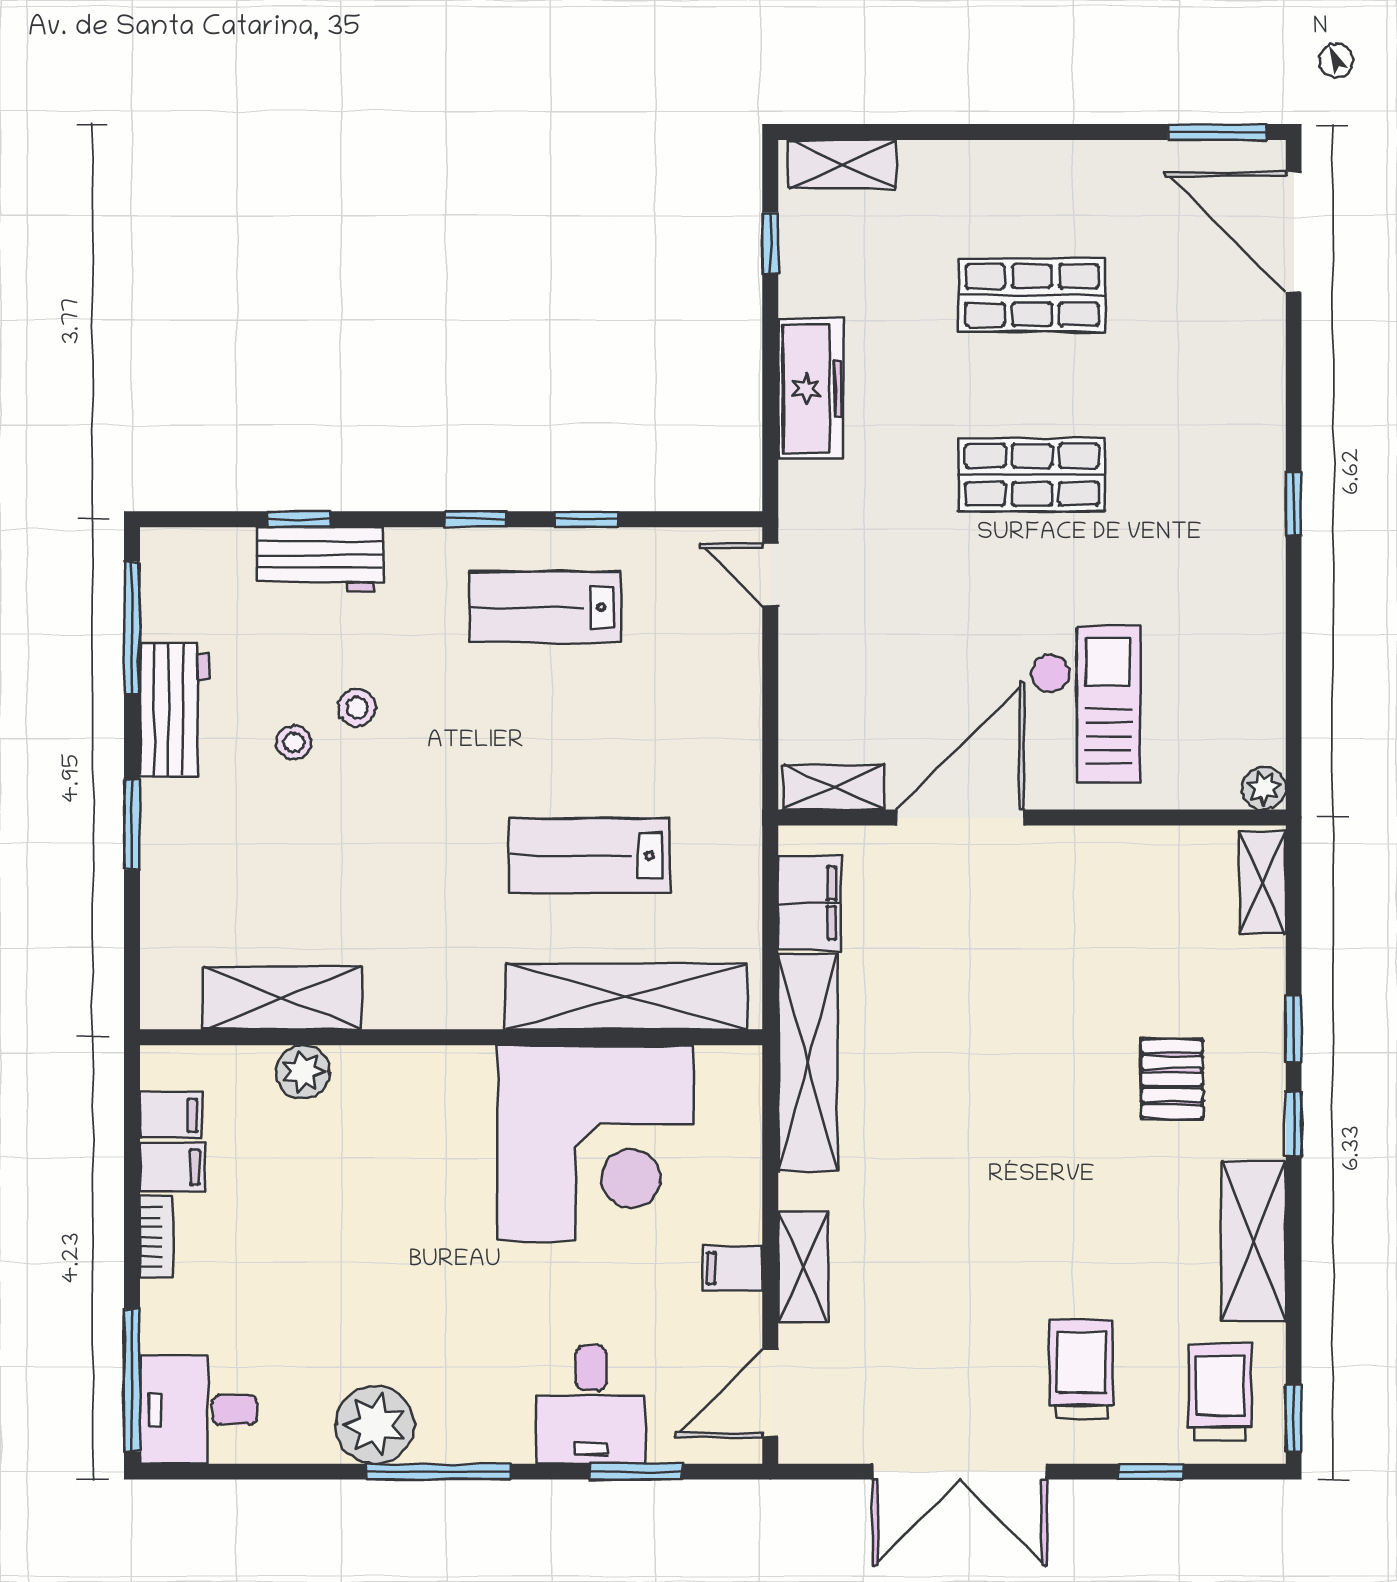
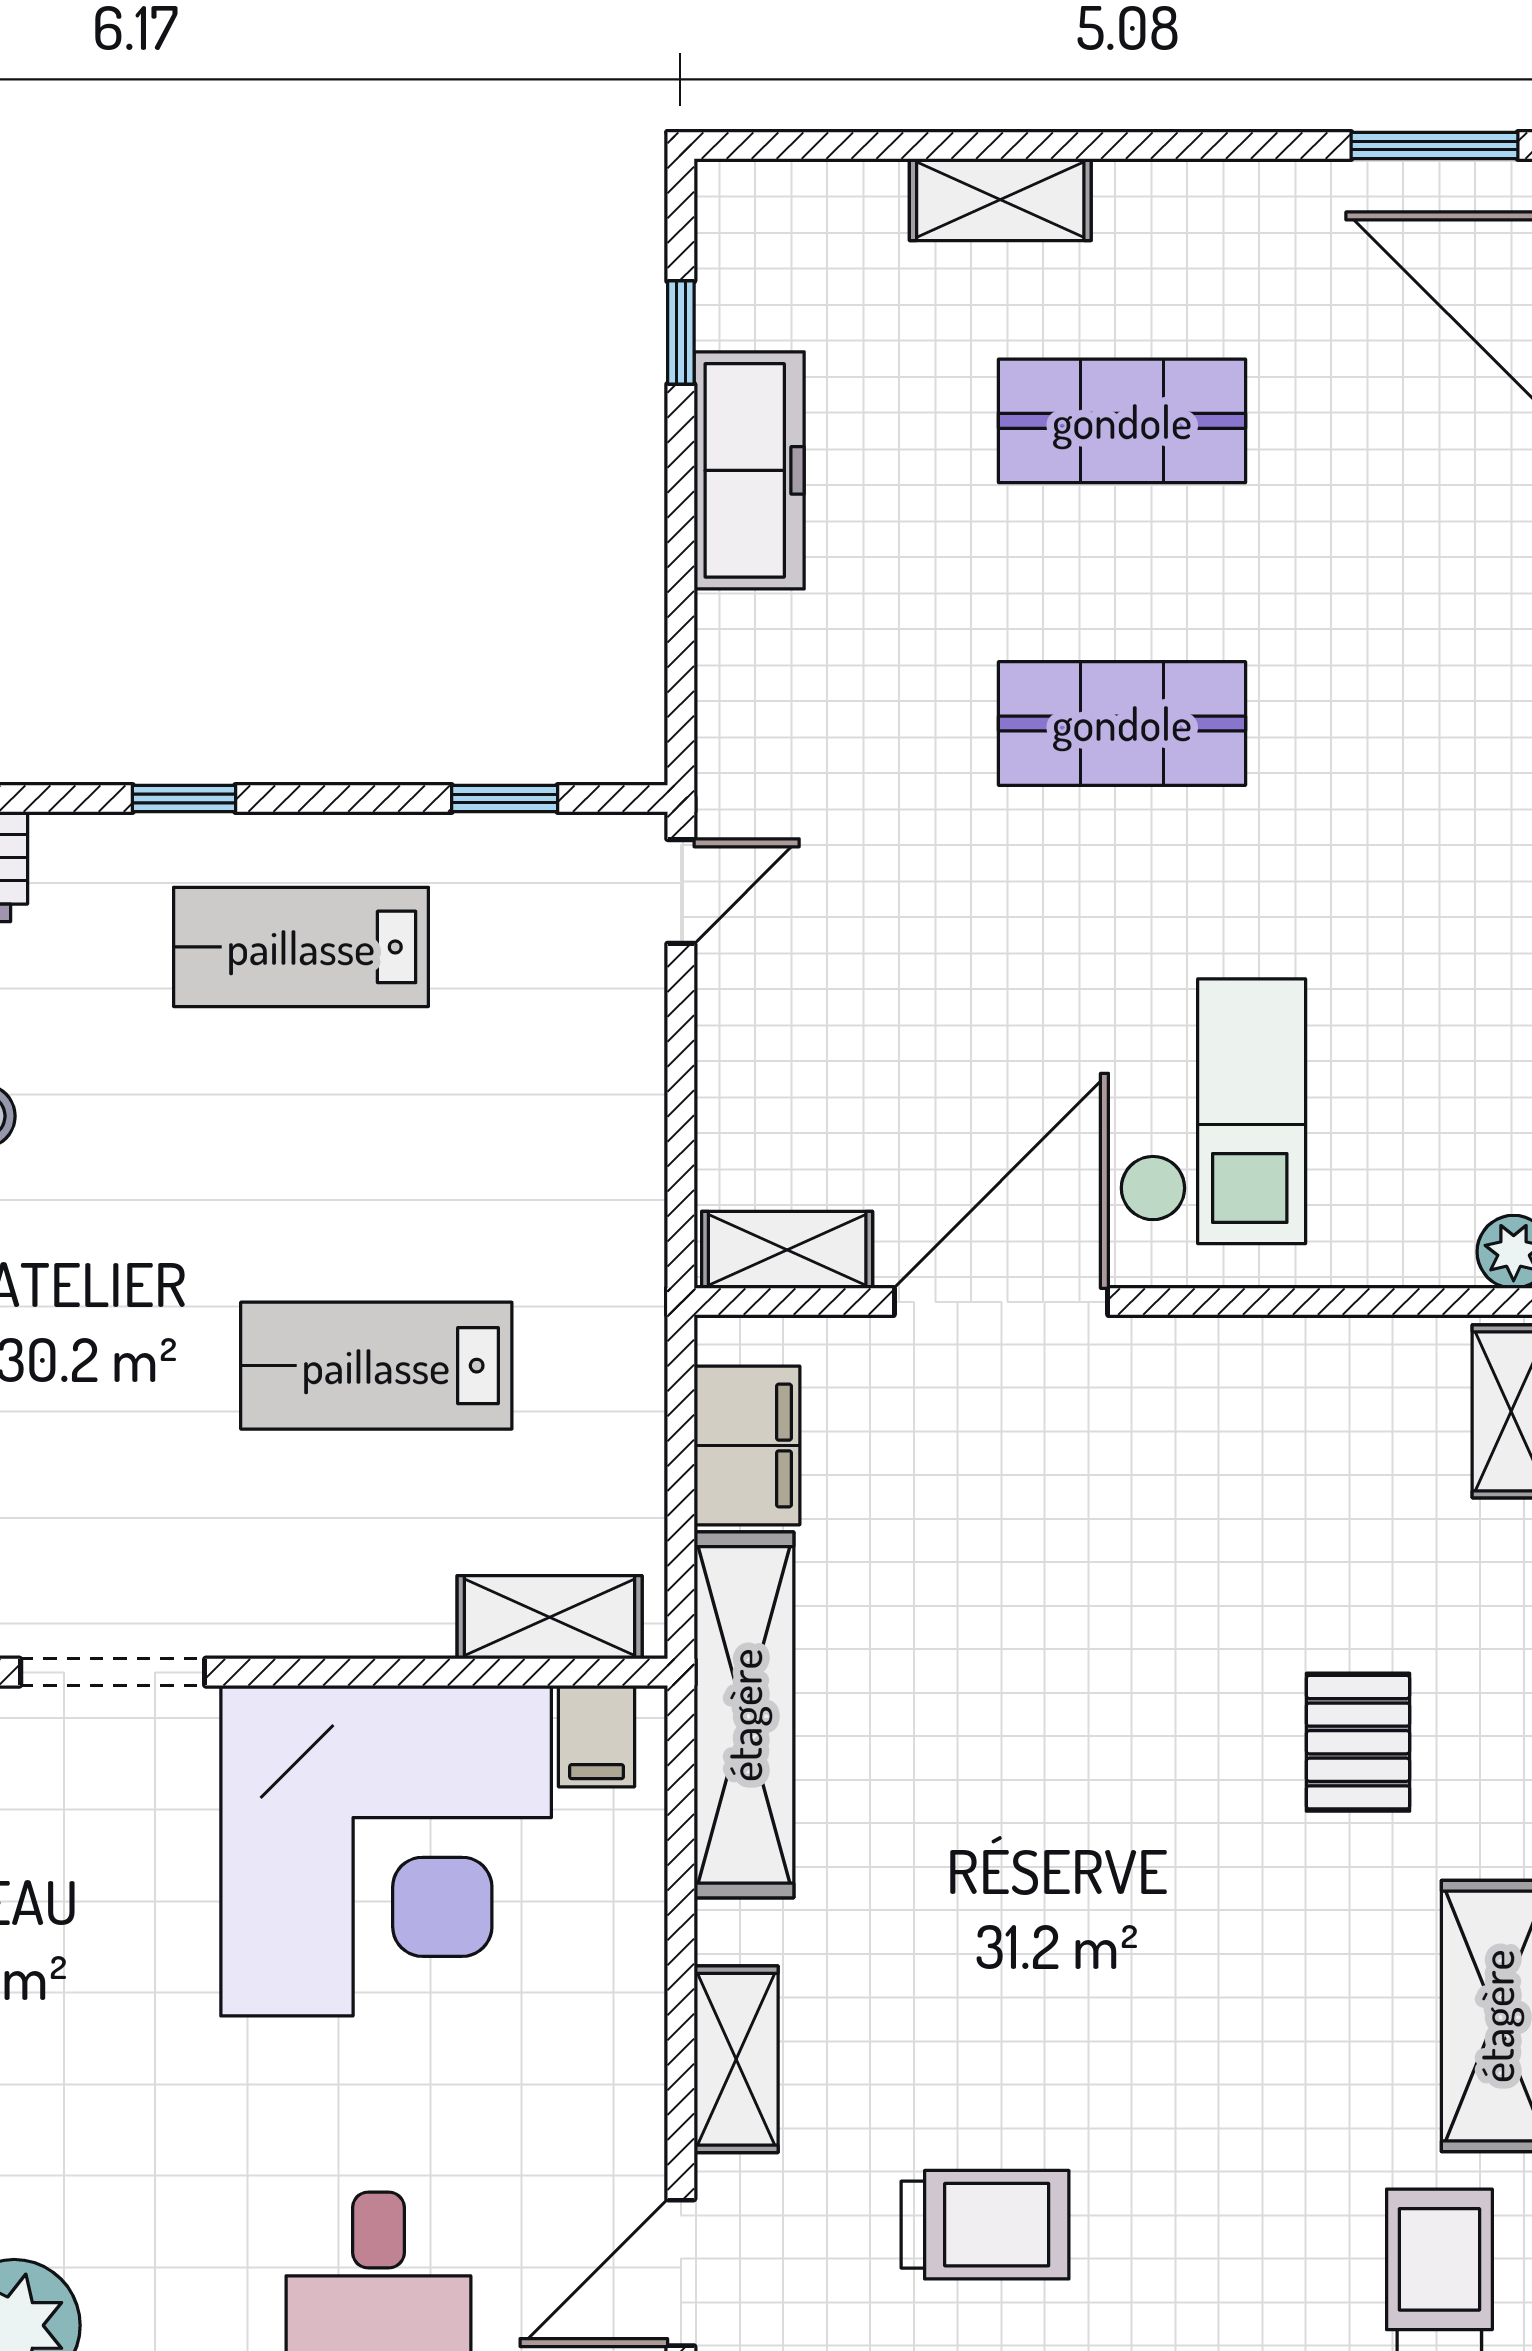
shelving: (842, 164) -> (1000, 200), moved
freezer: (811, 389) -> (749, 470), moved
window: (586, 519) -> (505, 799), moved
door: (770, 574) -> (681, 891), swing flipped
shelving: (627, 997) -> (550, 1617), width x0.45, depth x0.75
doorway: (433, 1037) -> (113, 1672), added
filing cabinet: (732, 1268) -> (597, 1736), moved, turned -90
trolley: (1081, 1369) -> (985, 2225), moved, turned 90

